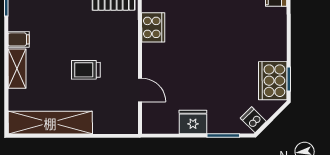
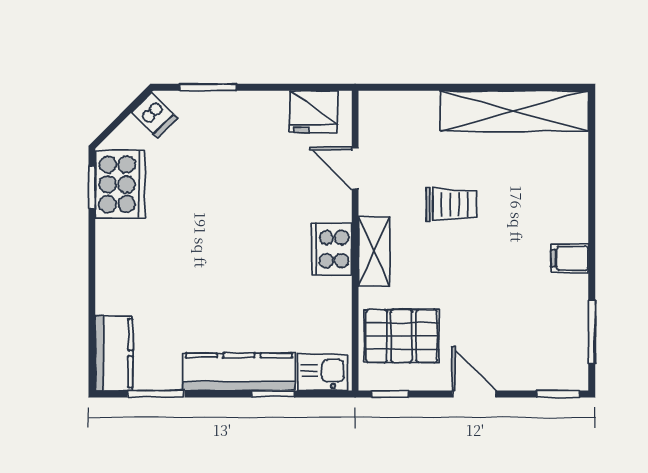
cooker: (153, 27) -> (332, 249), moved
shelving: (17, 69) -> (374, 252), moved
fridge: (193, 122) -> (314, 112), moved

